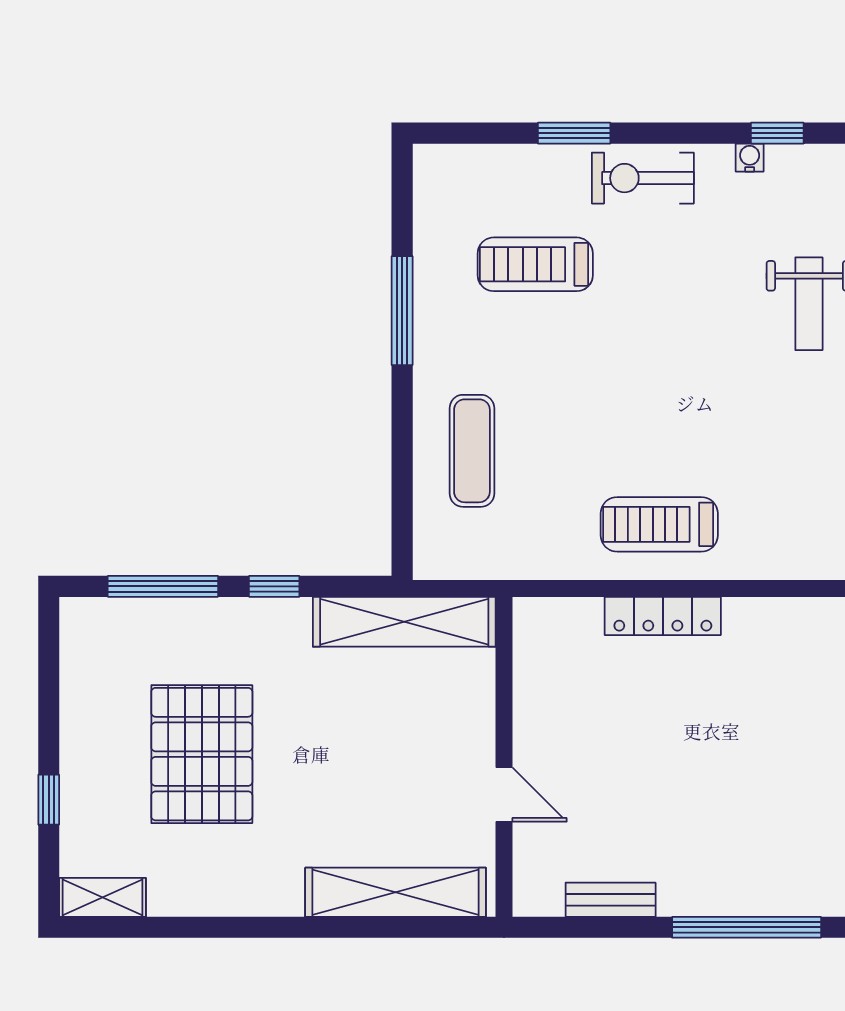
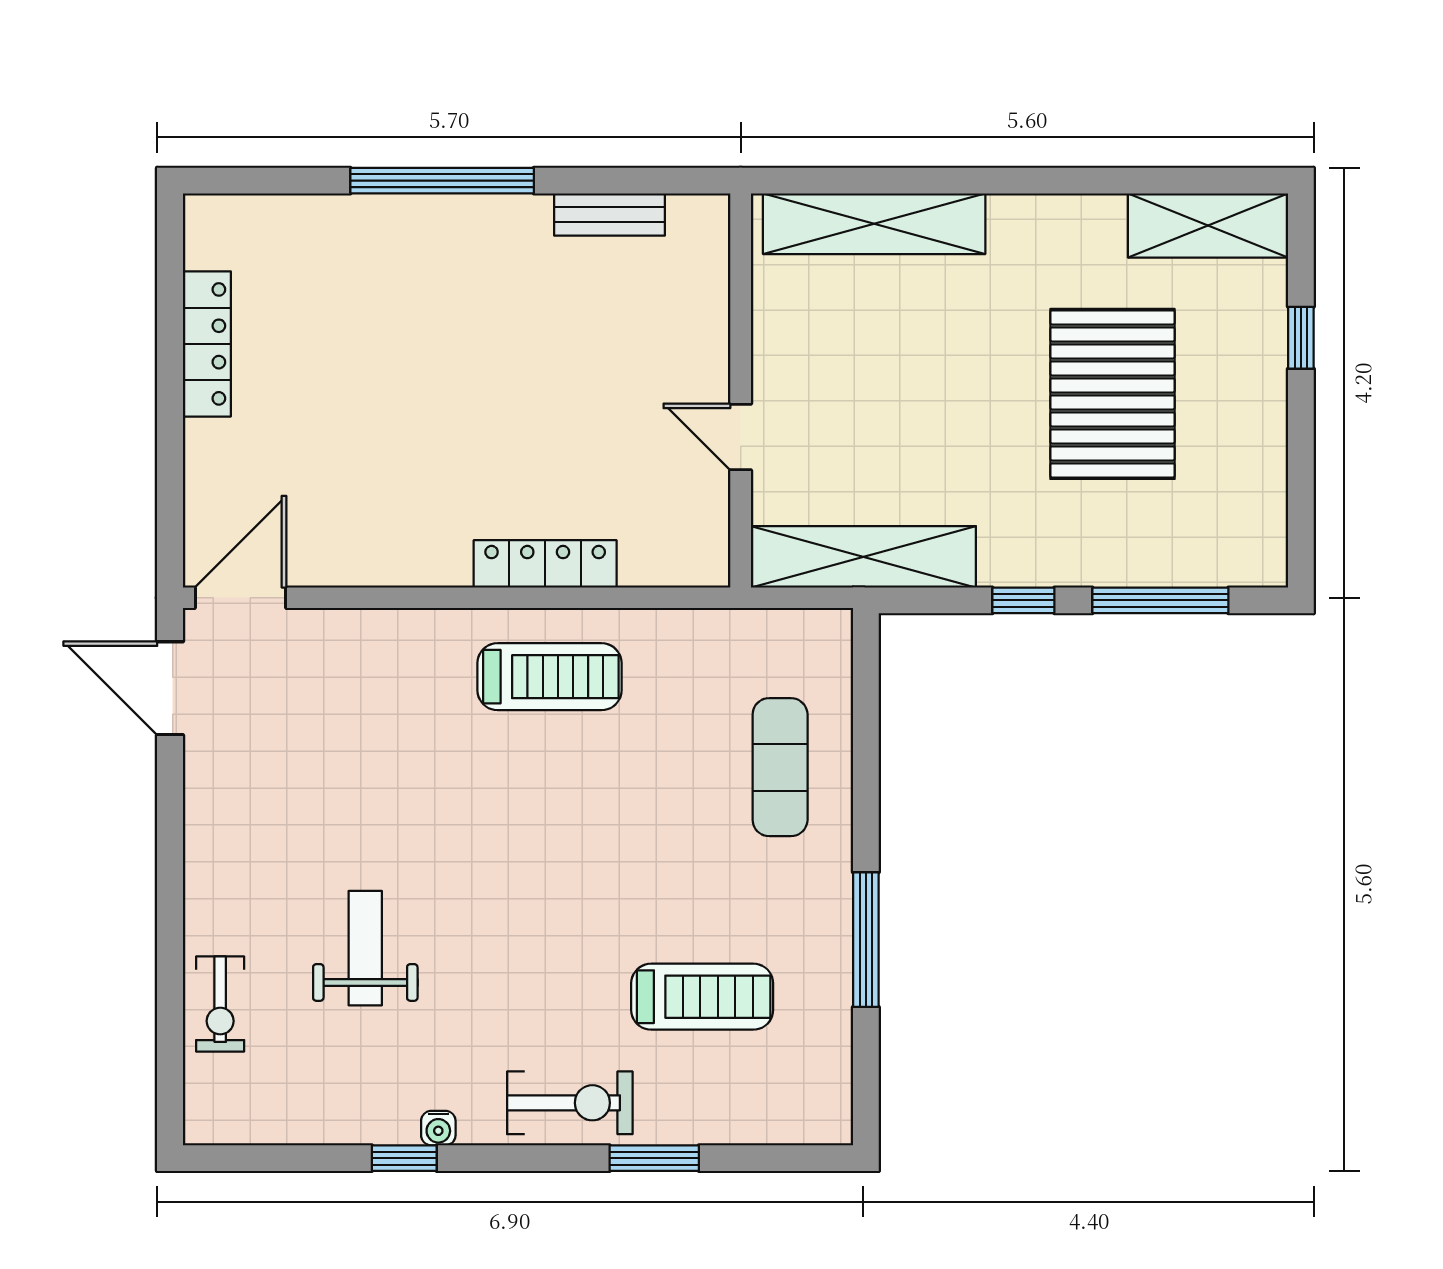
door: (504, 795) -> (741, 437), moved
shelving: (102, 897) -> (1208, 226), width x1.50, depth x1.33

